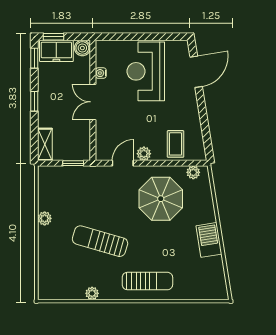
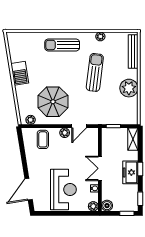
plant: (102, 47) -> (93, 206), added
freezer: (56, 51) -> (130, 172), moved, turned -90
double door: (93, 102) -> (100, 168), swing flipped
plant: (45, 218) -> (129, 88), width x1.88, depth x1.88
sun lounger: (100, 241) -> (95, 72), turned -99
bench: (44, 271) -> (133, 52), added

